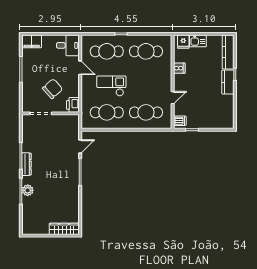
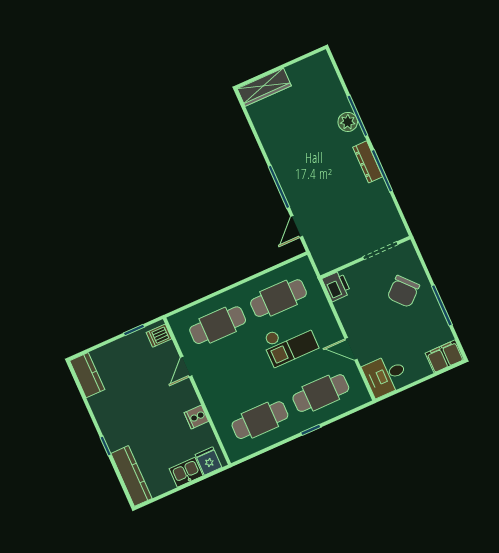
kitchen counter: (228, 82) -> (87, 375), moved
chair: (53, 89) -> (403, 291), moved

